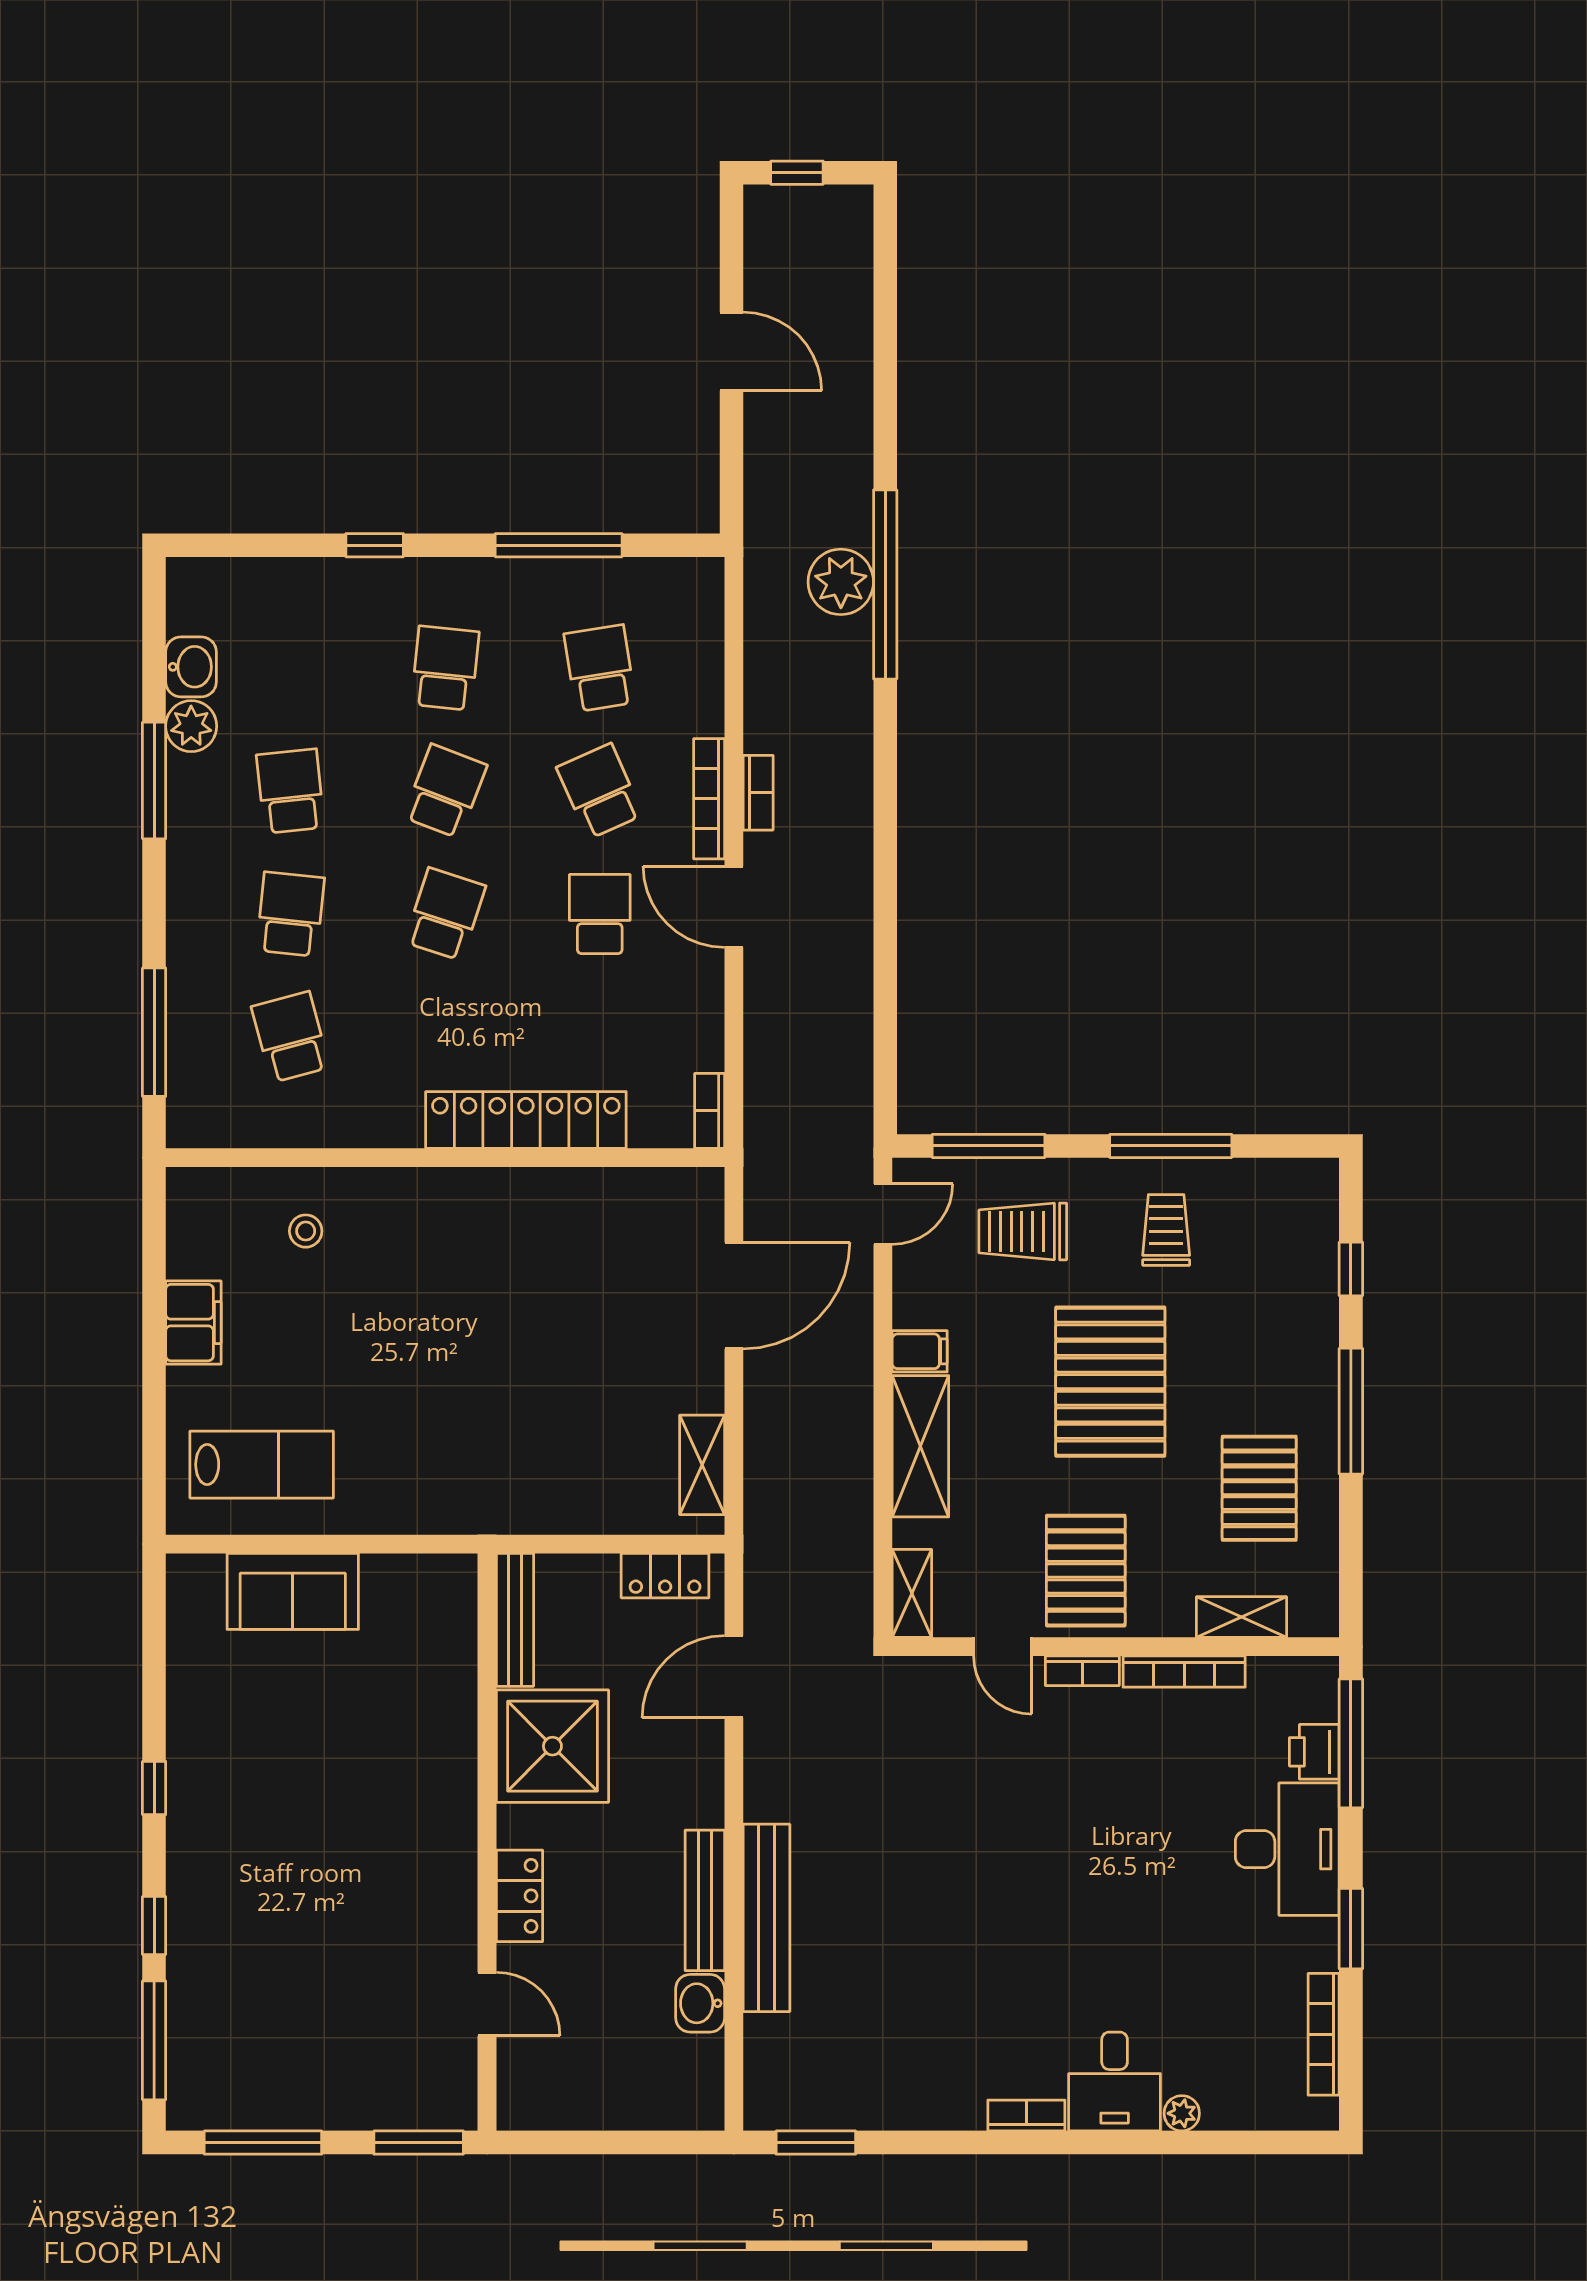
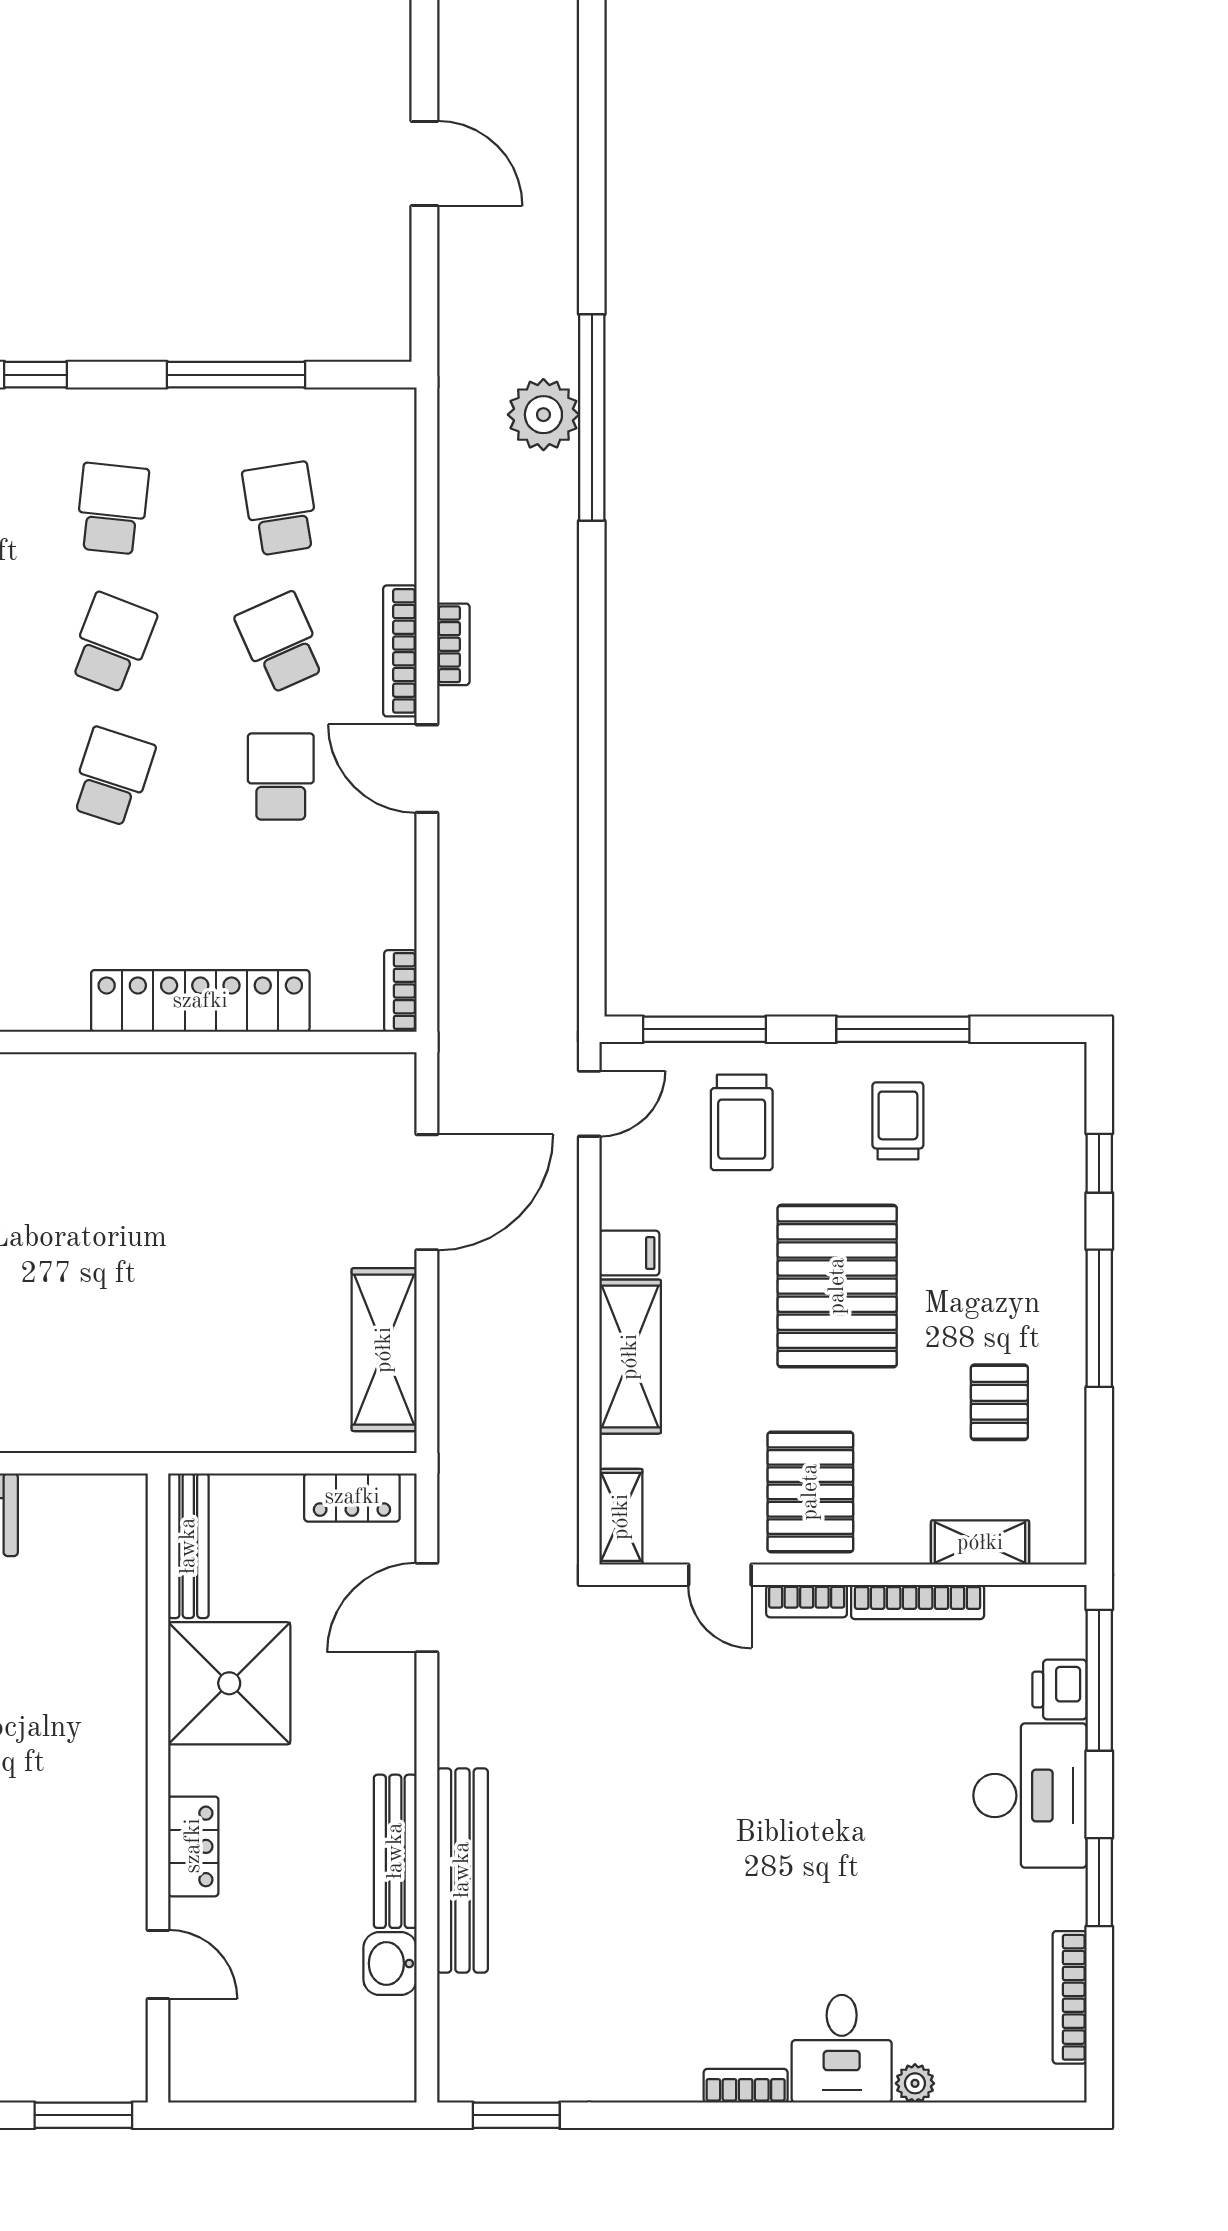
trolley: (1023, 1231) -> (742, 1122), turned -90
shelving: (702, 1465) -> (384, 1350), width x1.50, depth x1.33
pallet: (1259, 1488) -> (999, 1402), width x0.67, depth x0.71

